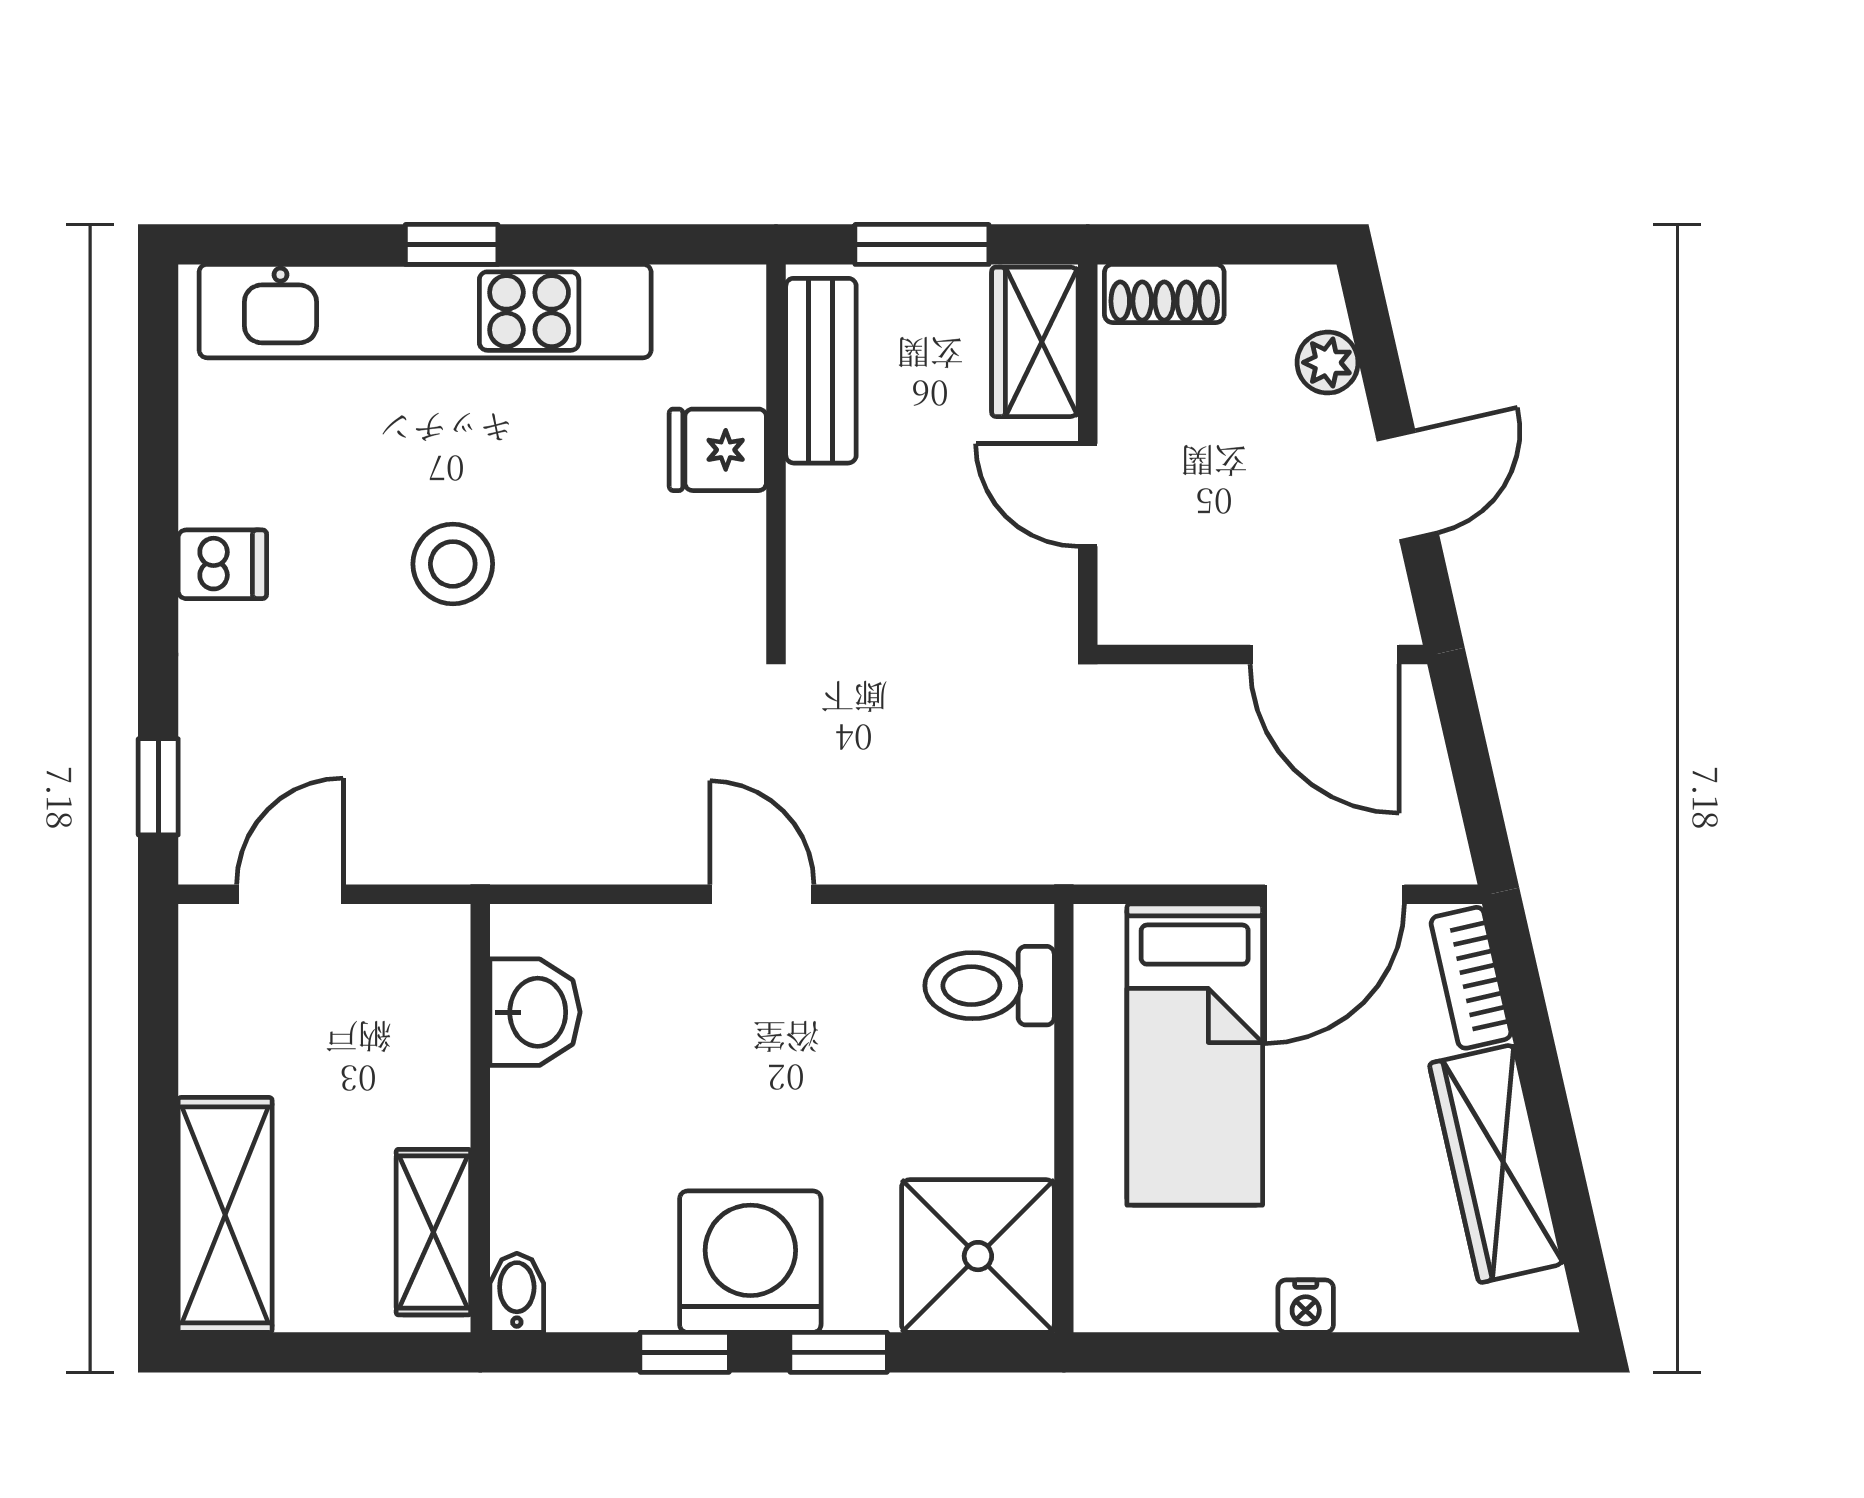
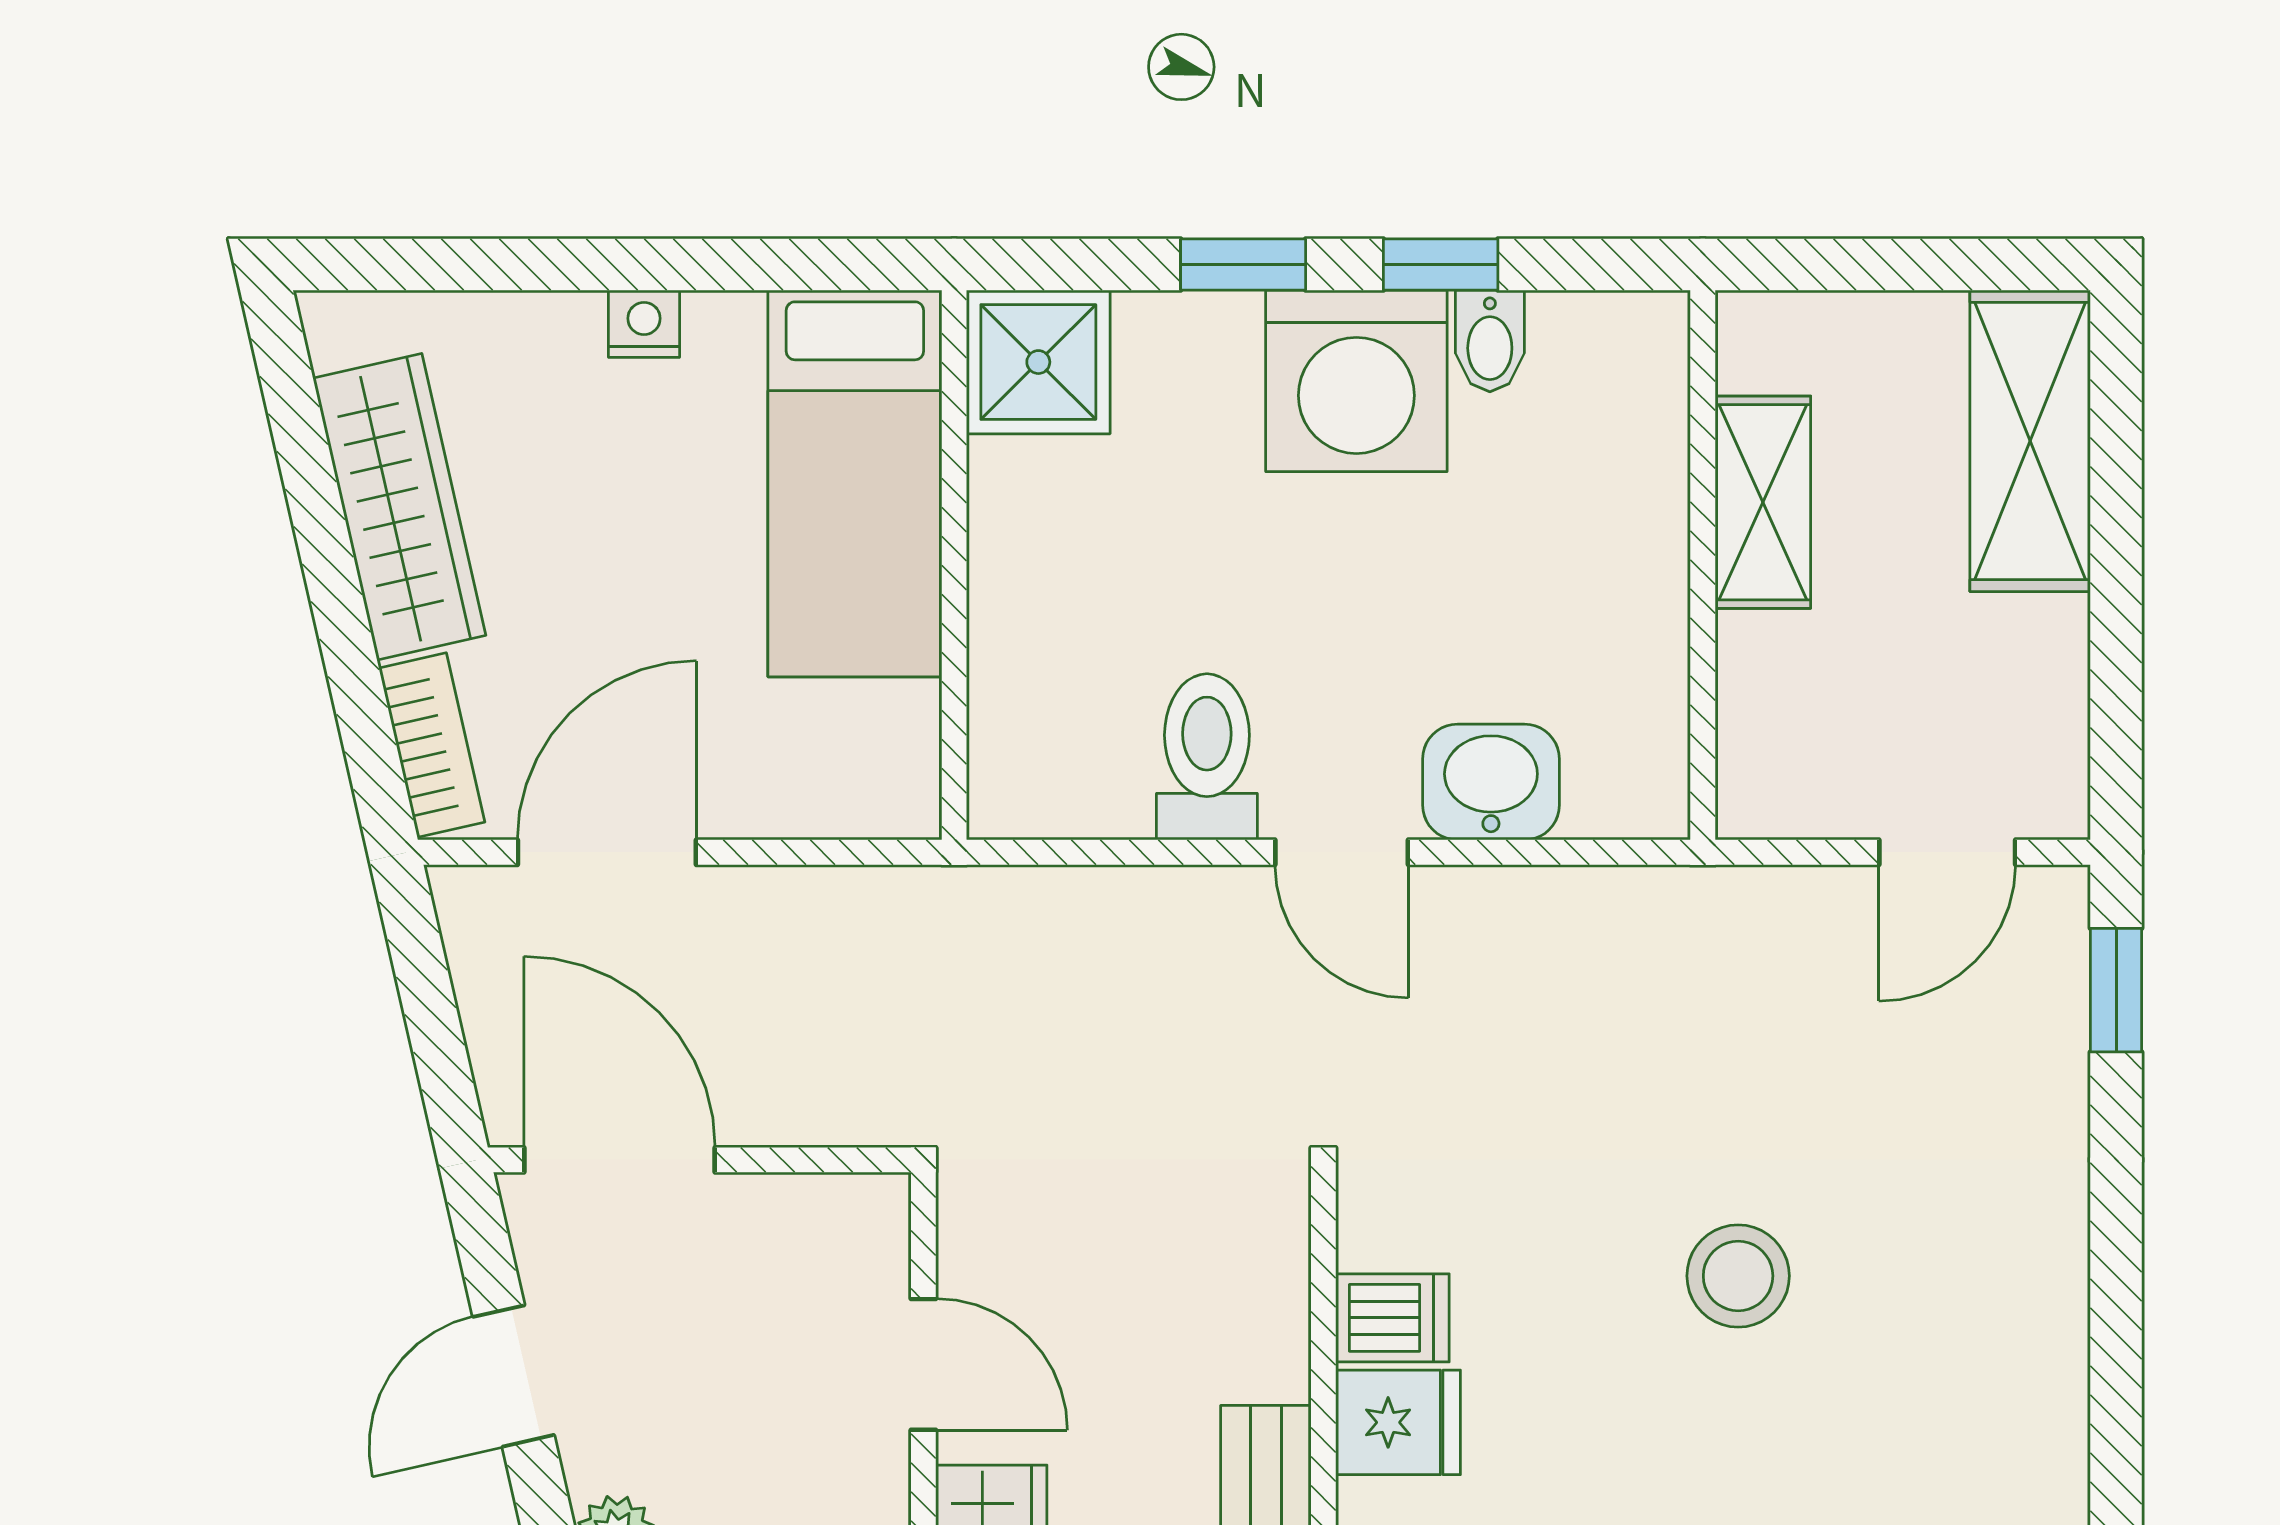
dishwasher: (222, 564) -> (1392, 1318), moved, turned 180
toilet: (990, 986) -> (1207, 757), moved, turned -90
washbasin: (535, 1012) -> (1491, 782), moved, turned 90
bed: (1195, 1055) -> (855, 484), moved, turned 180
shelving: (433, 1232) -> (1763, 502), moved
shower: (978, 1256) -> (1038, 362), width x0.73, depth x0.73
bidet: (517, 1293) -> (1490, 341), moved

